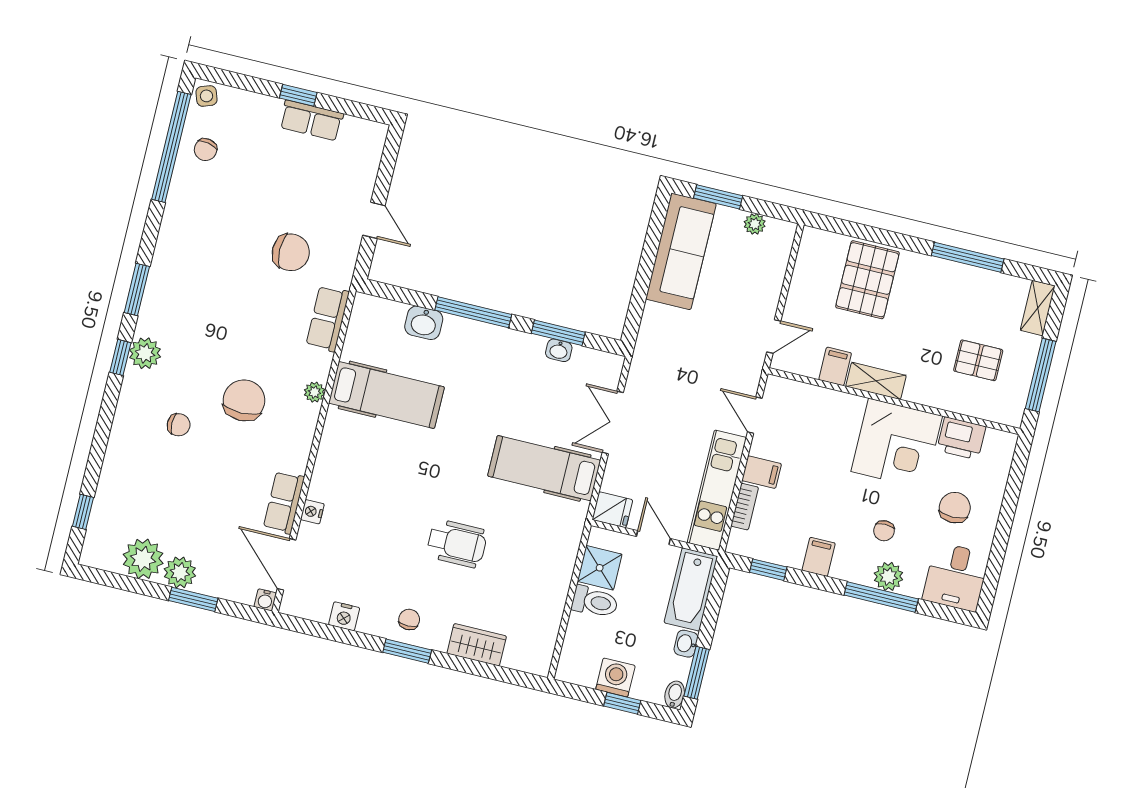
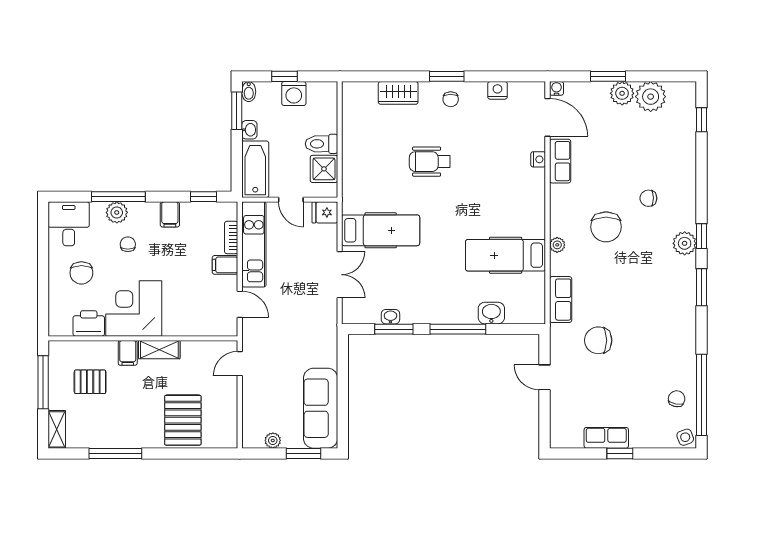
filing cabinet: (835, 366) -> (128, 353), moved

